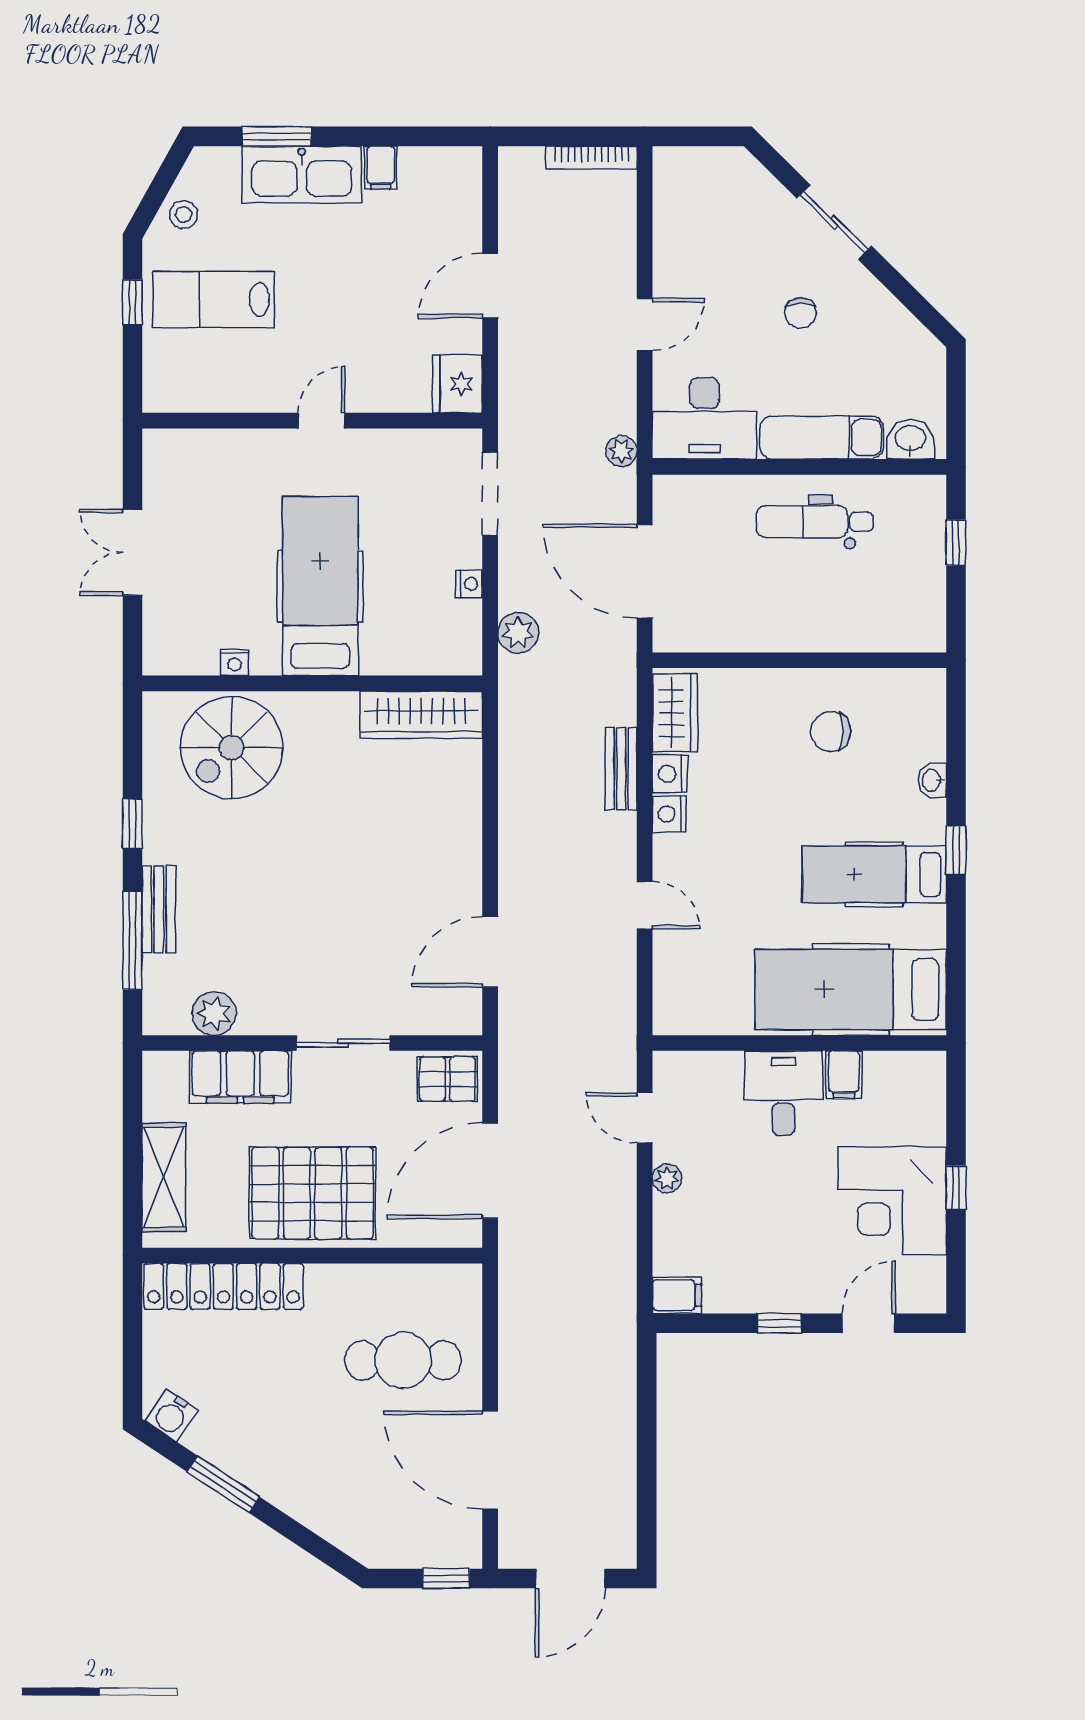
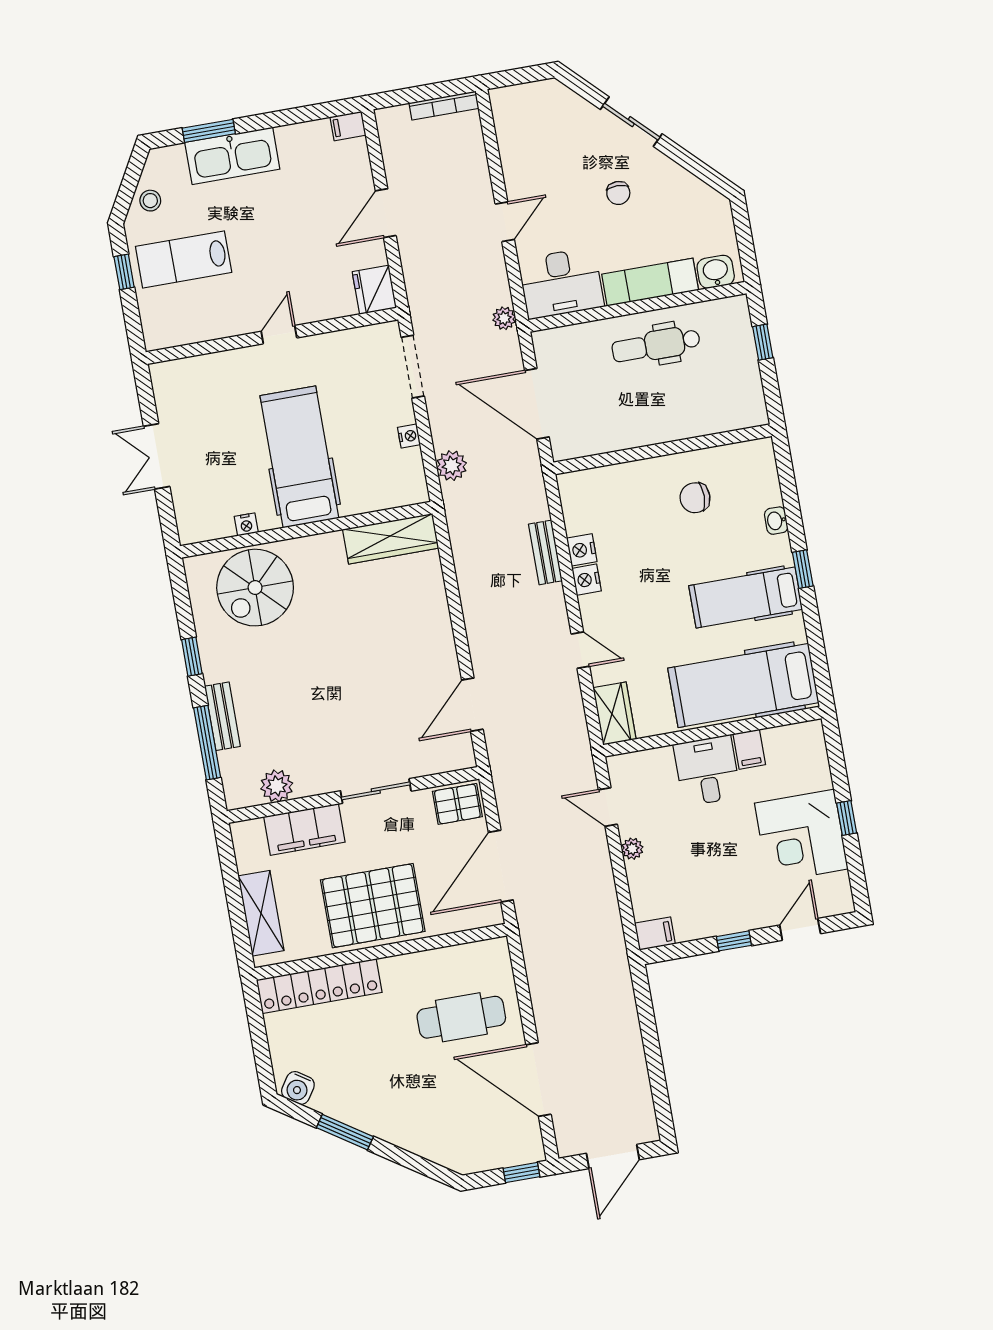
filing cabinet: (381, 168) -> (348, 126), moved, turned 90
wardrobe: (675, 713) -> (615, 713), moved

